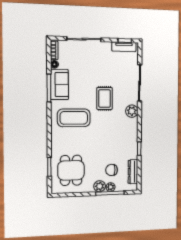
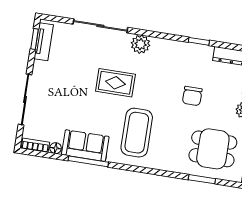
chair: (112, 170) -> (192, 96), moved

